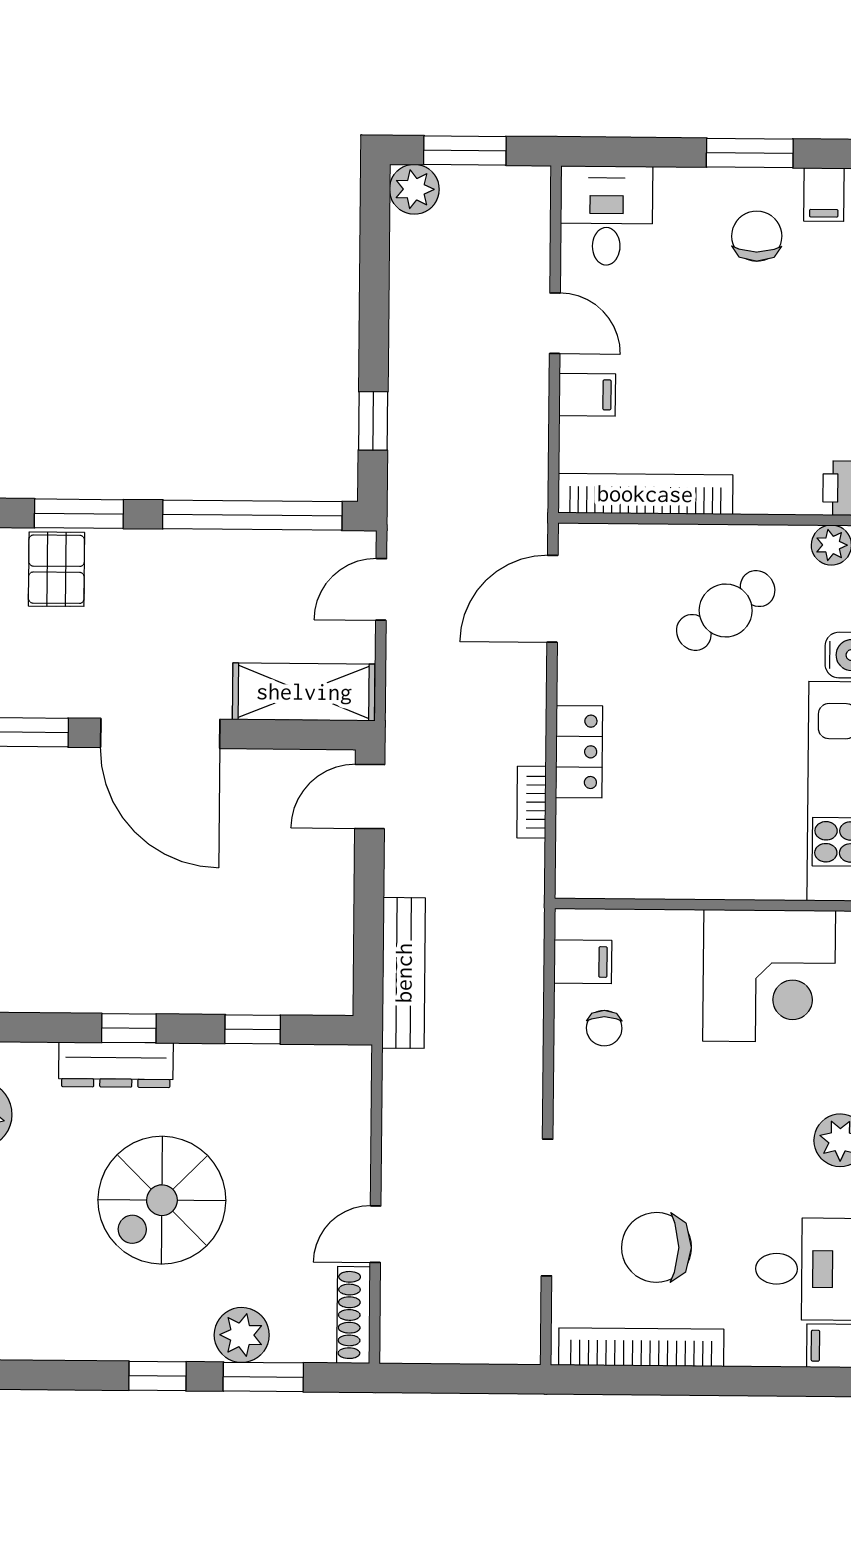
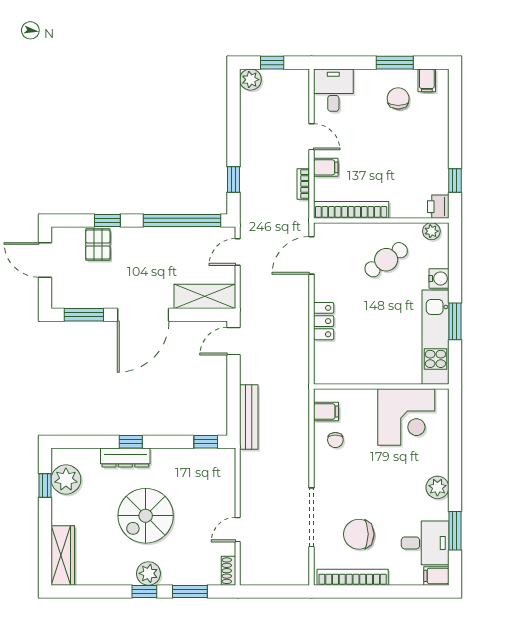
window: (465, 150) -> (272, 63), width x0.67
window: (79, 514) -> (107, 220), width x0.67
door: (160, 733) -> (143, 315), hinge flipped
bookcase: (532, 802) -> (303, 184), moved
window: (253, 1029) -> (206, 442), moved
shoe rack: (354, 1315) -> (229, 571), width x0.70
plant: (242, 1335) -> (148, 573), moved

